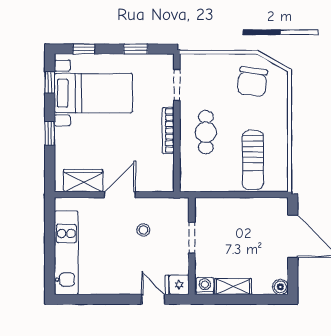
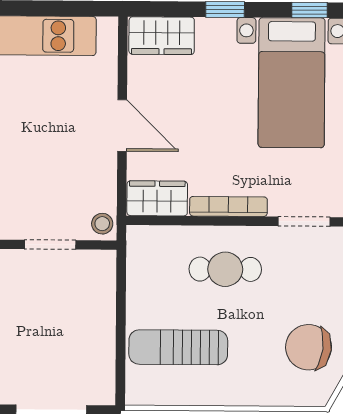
wardrobe: (164, 173) -> (157, 198), added
wardrobe: (83, 181) -> (162, 36), moved, turned 90
stool: (143, 230) -> (102, 224), moved

